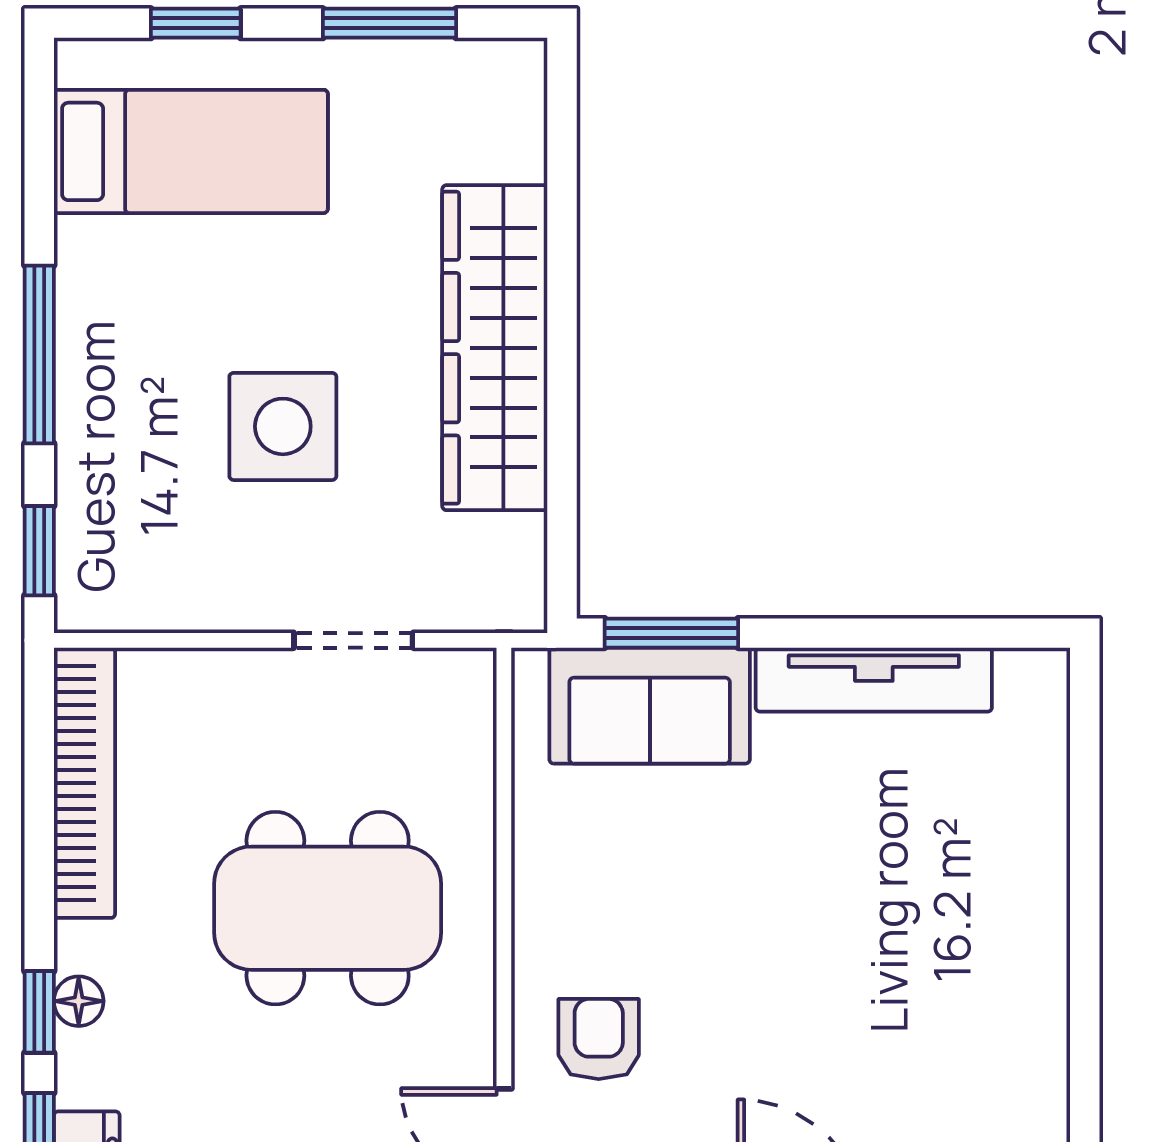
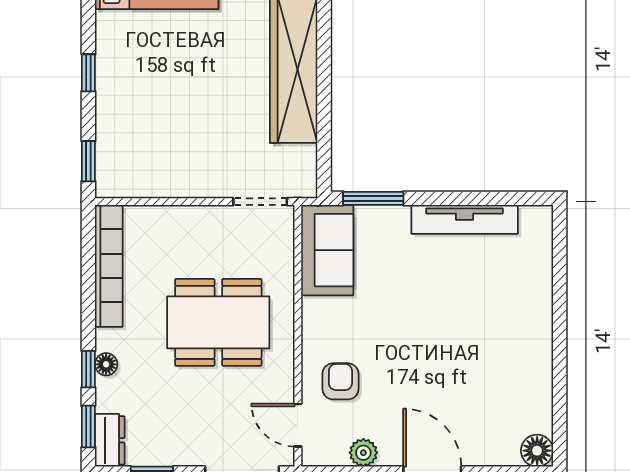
window: (39, 354) -> (88, 73), width x0.46
side table: (283, 426) -> (198, 105), removed
doorway: (353, 640) -> (260, 202), moved
sofa: (650, 706) -> (327, 250), moved, turned -90

